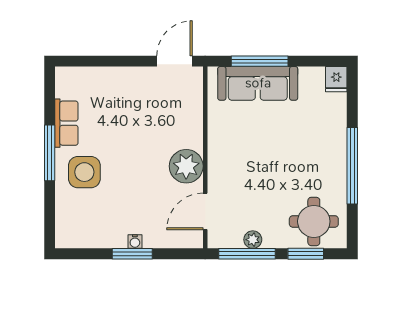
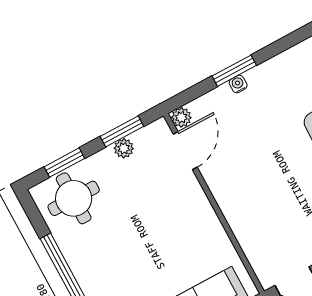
plant: (186, 166) -> (181, 117), moved, width x0.53, depth x0.53
window: (247, 254) -> (122, 131), width x0.69

